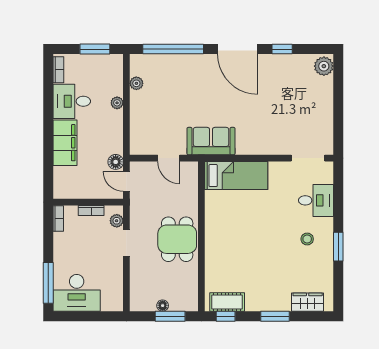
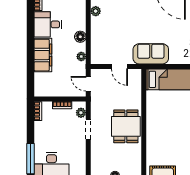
plant: (117, 103) -> (81, 57), moved
floor lamp: (116, 162) -> (80, 37), moved

